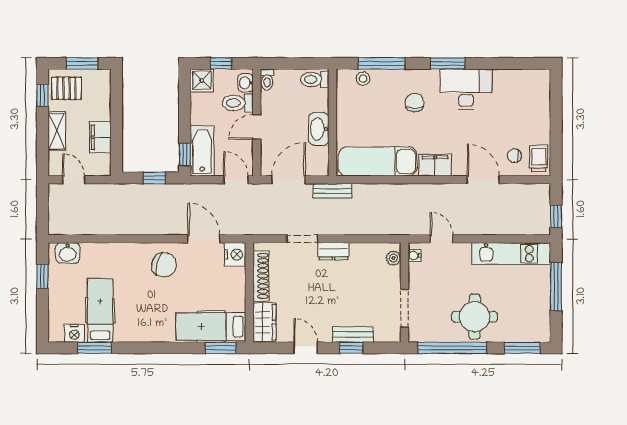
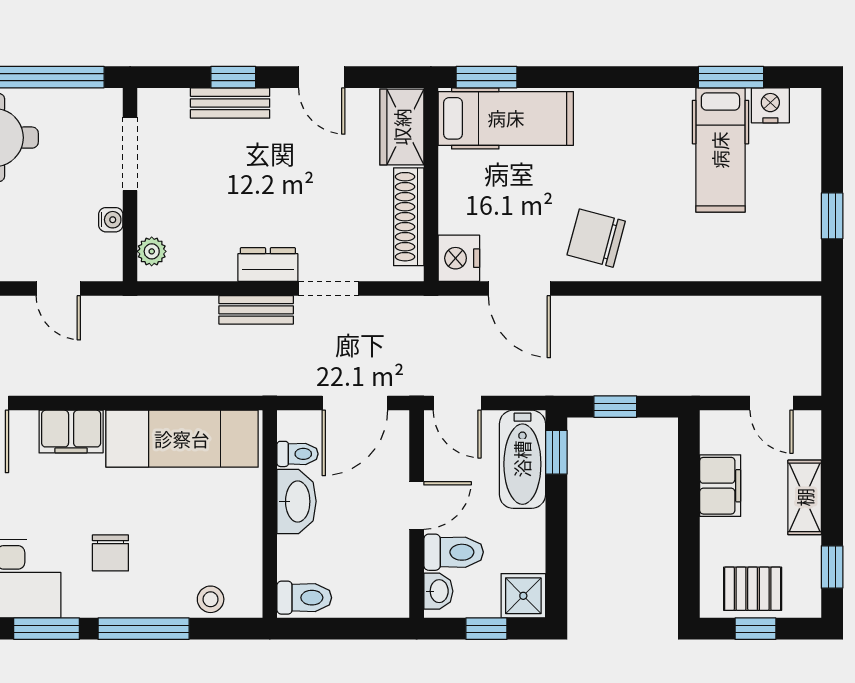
window: (82, 63) -> (755, 629), width x0.67
window: (381, 63) -> (144, 629), moved
toilet: (267, 80) -> (297, 454), moved, turned 90
pallet: (67, 88) -> (753, 589), moved
bench: (332, 191) -> (256, 310), moved
washbasin: (68, 253) -> (783, 261), removed
water cooler: (414, 256) -> (111, 220), moved

